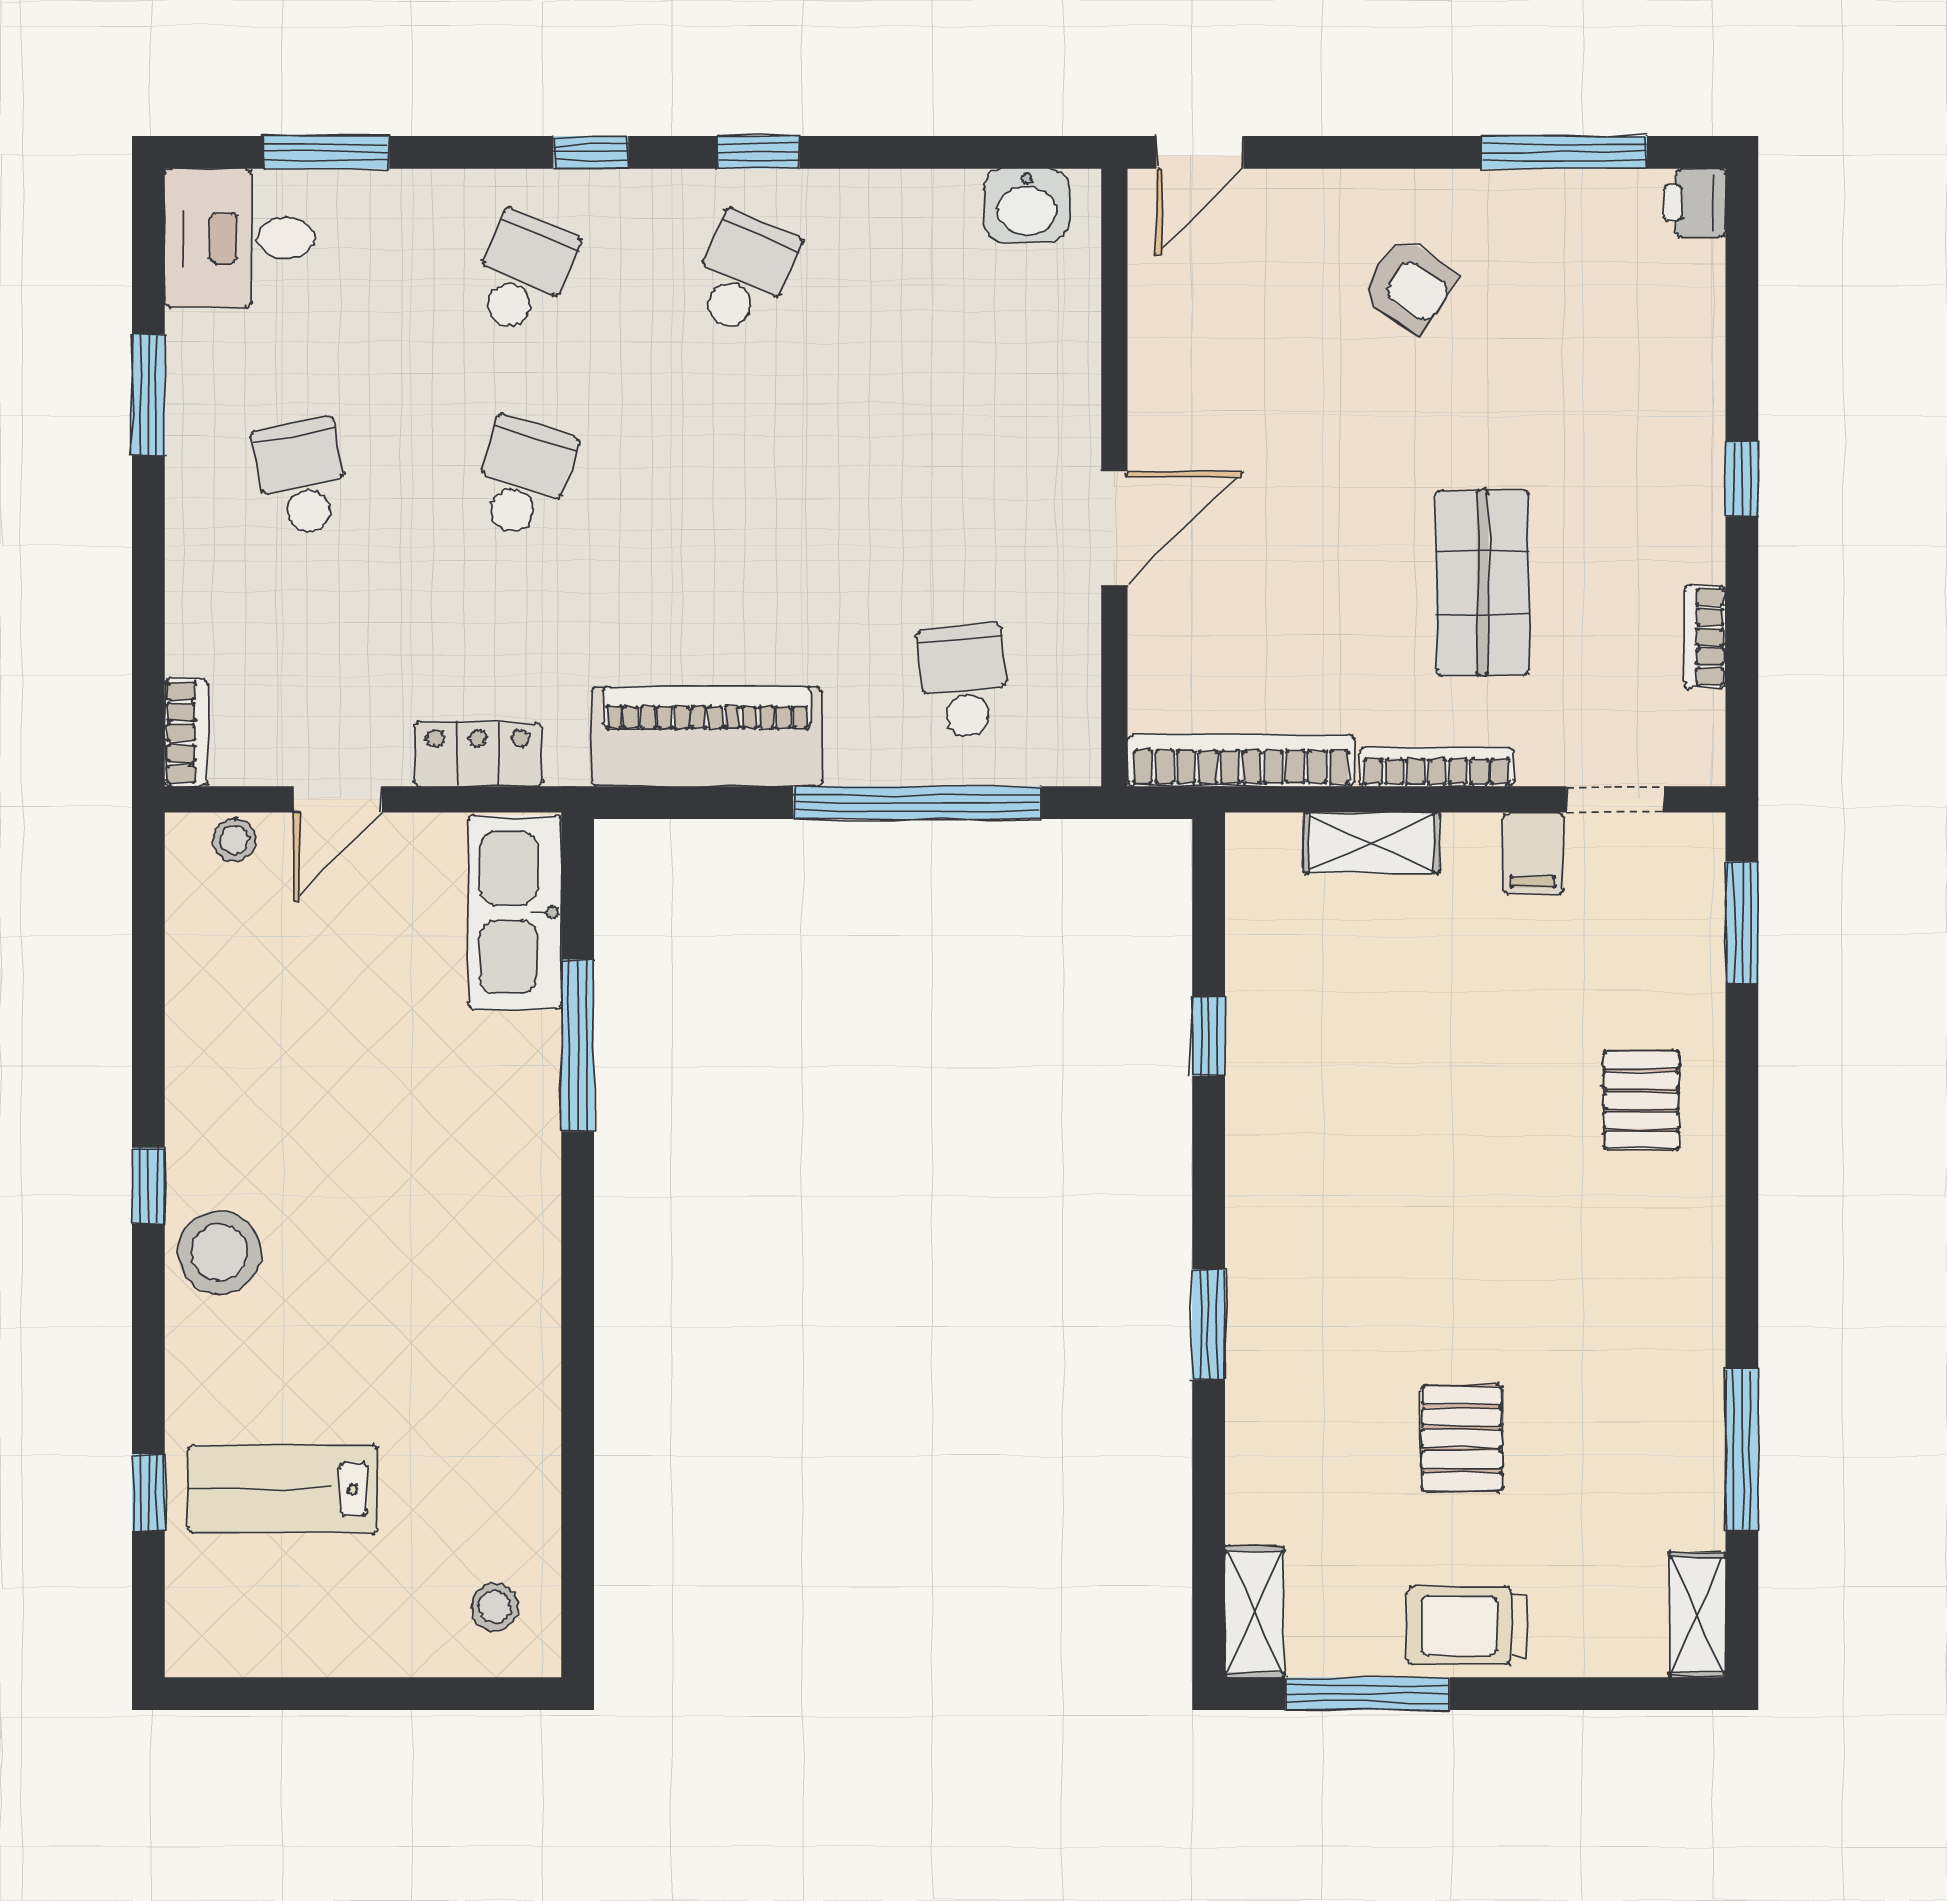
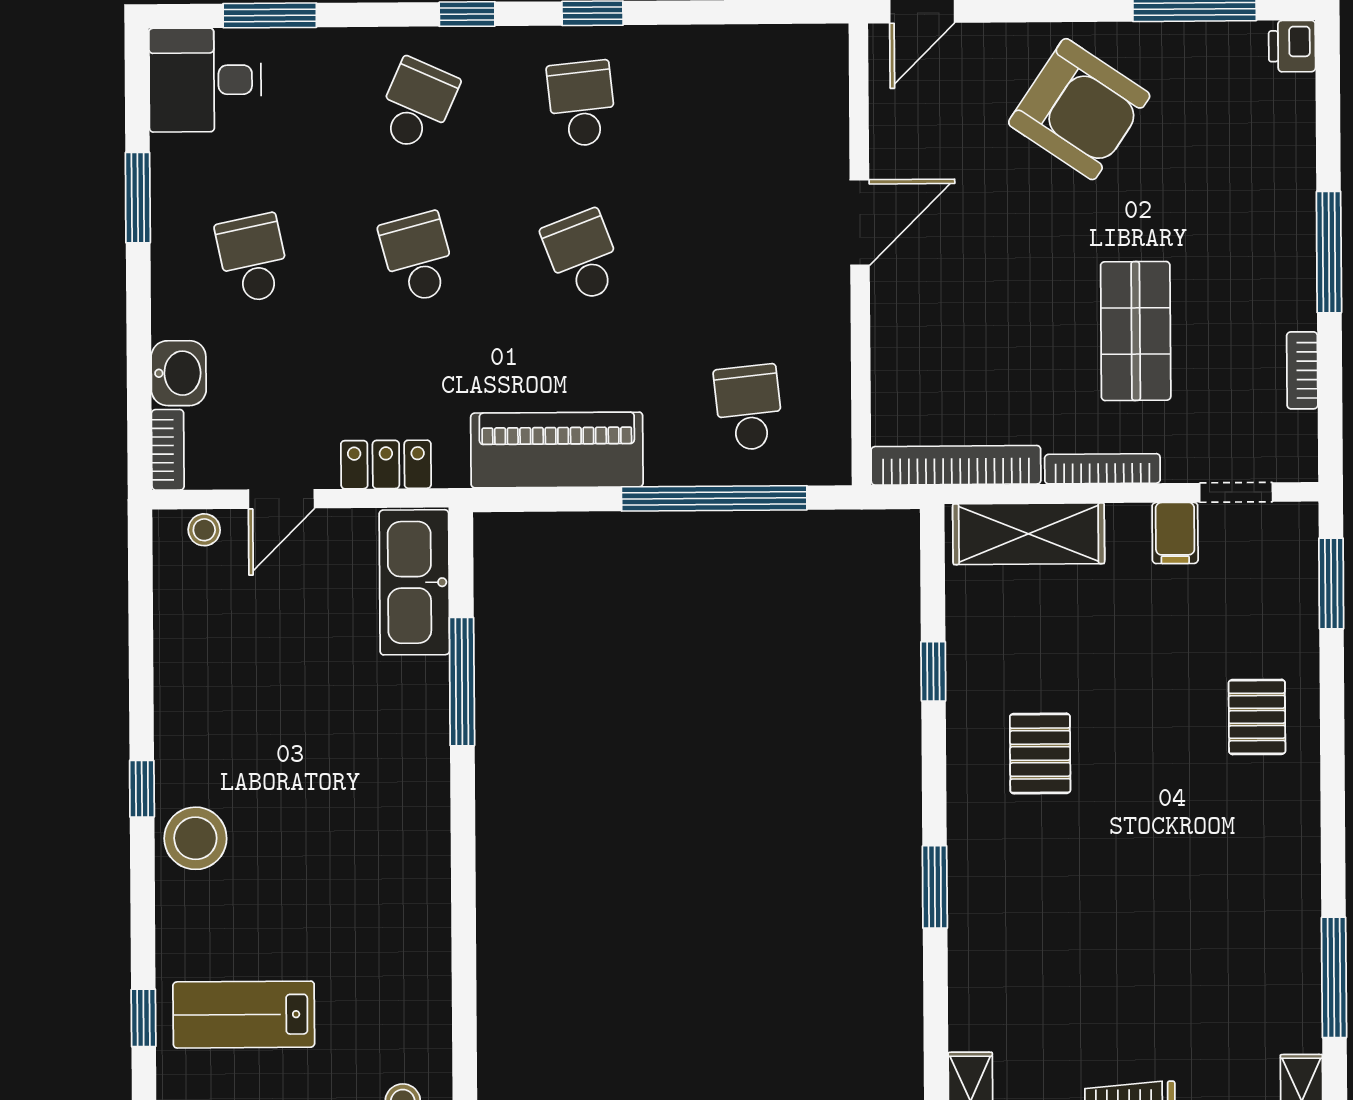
washbasin: (1027, 205) -> (179, 373), moved, turned -90
school desk: (743, 273) -> (582, 104), turned -30
armchair: (1409, 285) -> (1079, 109), width x1.88, depth x1.88
school desk: (523, 477) -> (418, 257), turned -33
school desk: (743, 477) -> (583, 256), added
window: (1742, 479) -> (1329, 252), width x2.17
door: (1114, 529) -> (860, 223), moved
shelving: (1371, 843) -> (1029, 534), width x1.50, depth x1.33
pallet: (1462, 1438) -> (1040, 753), moved

